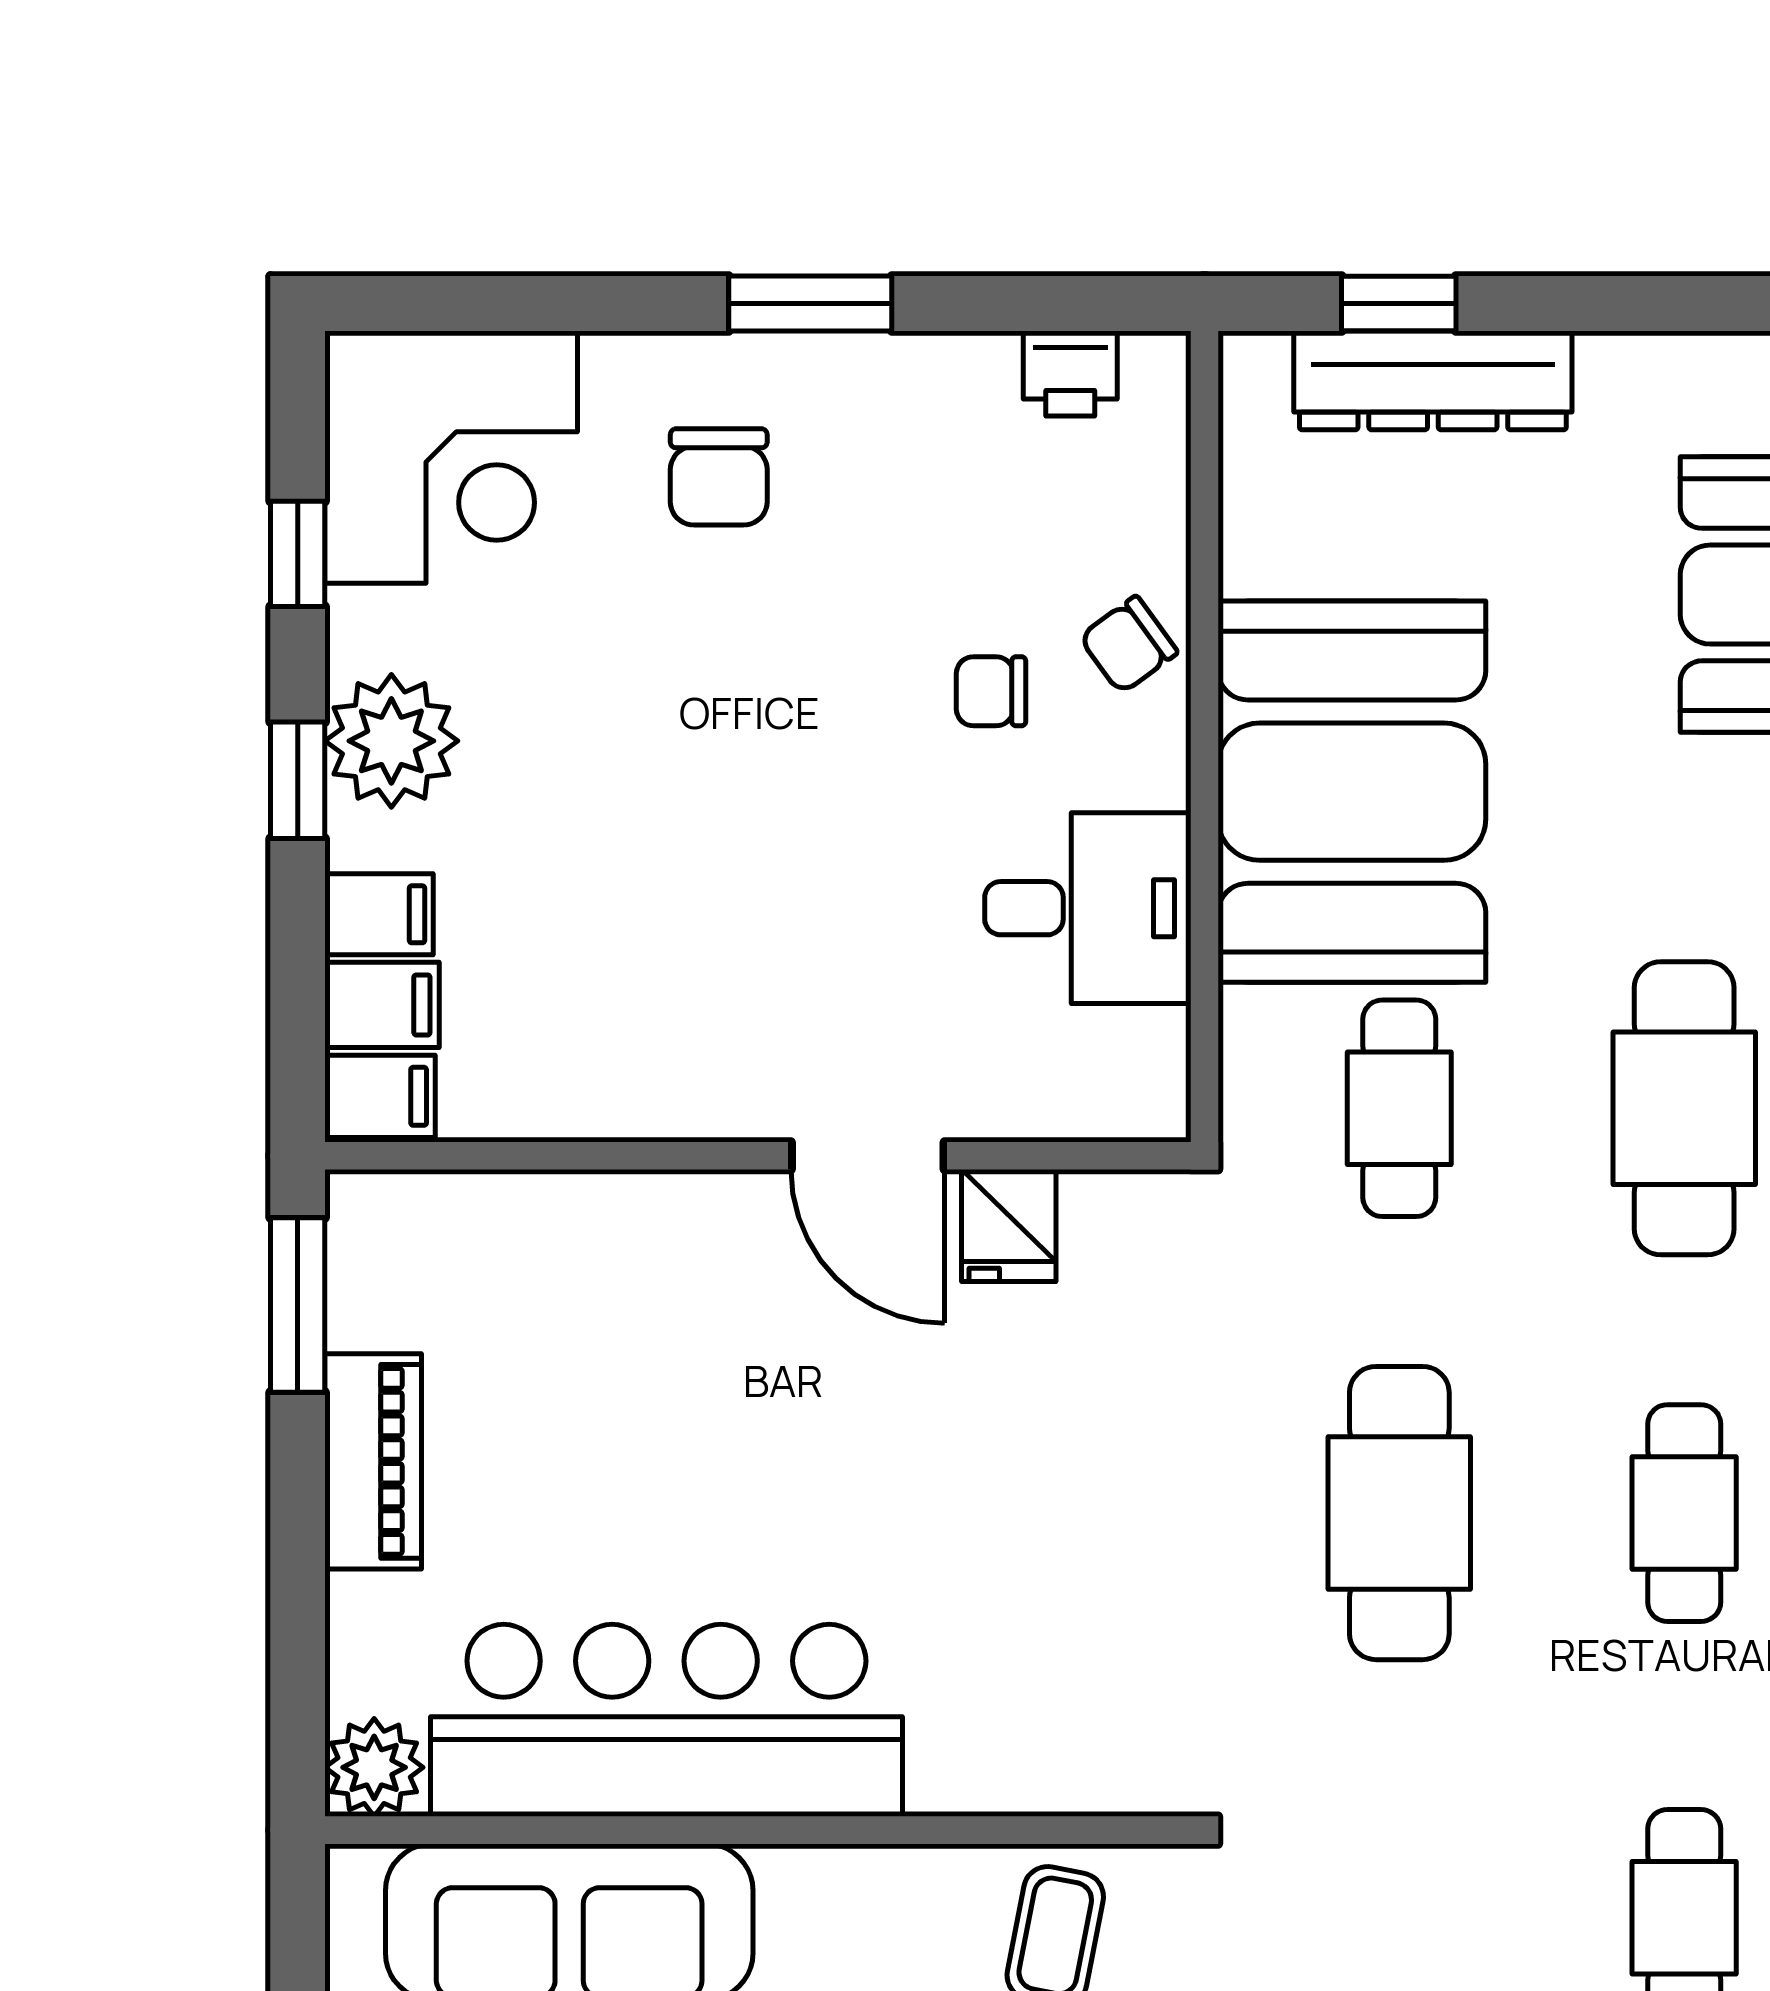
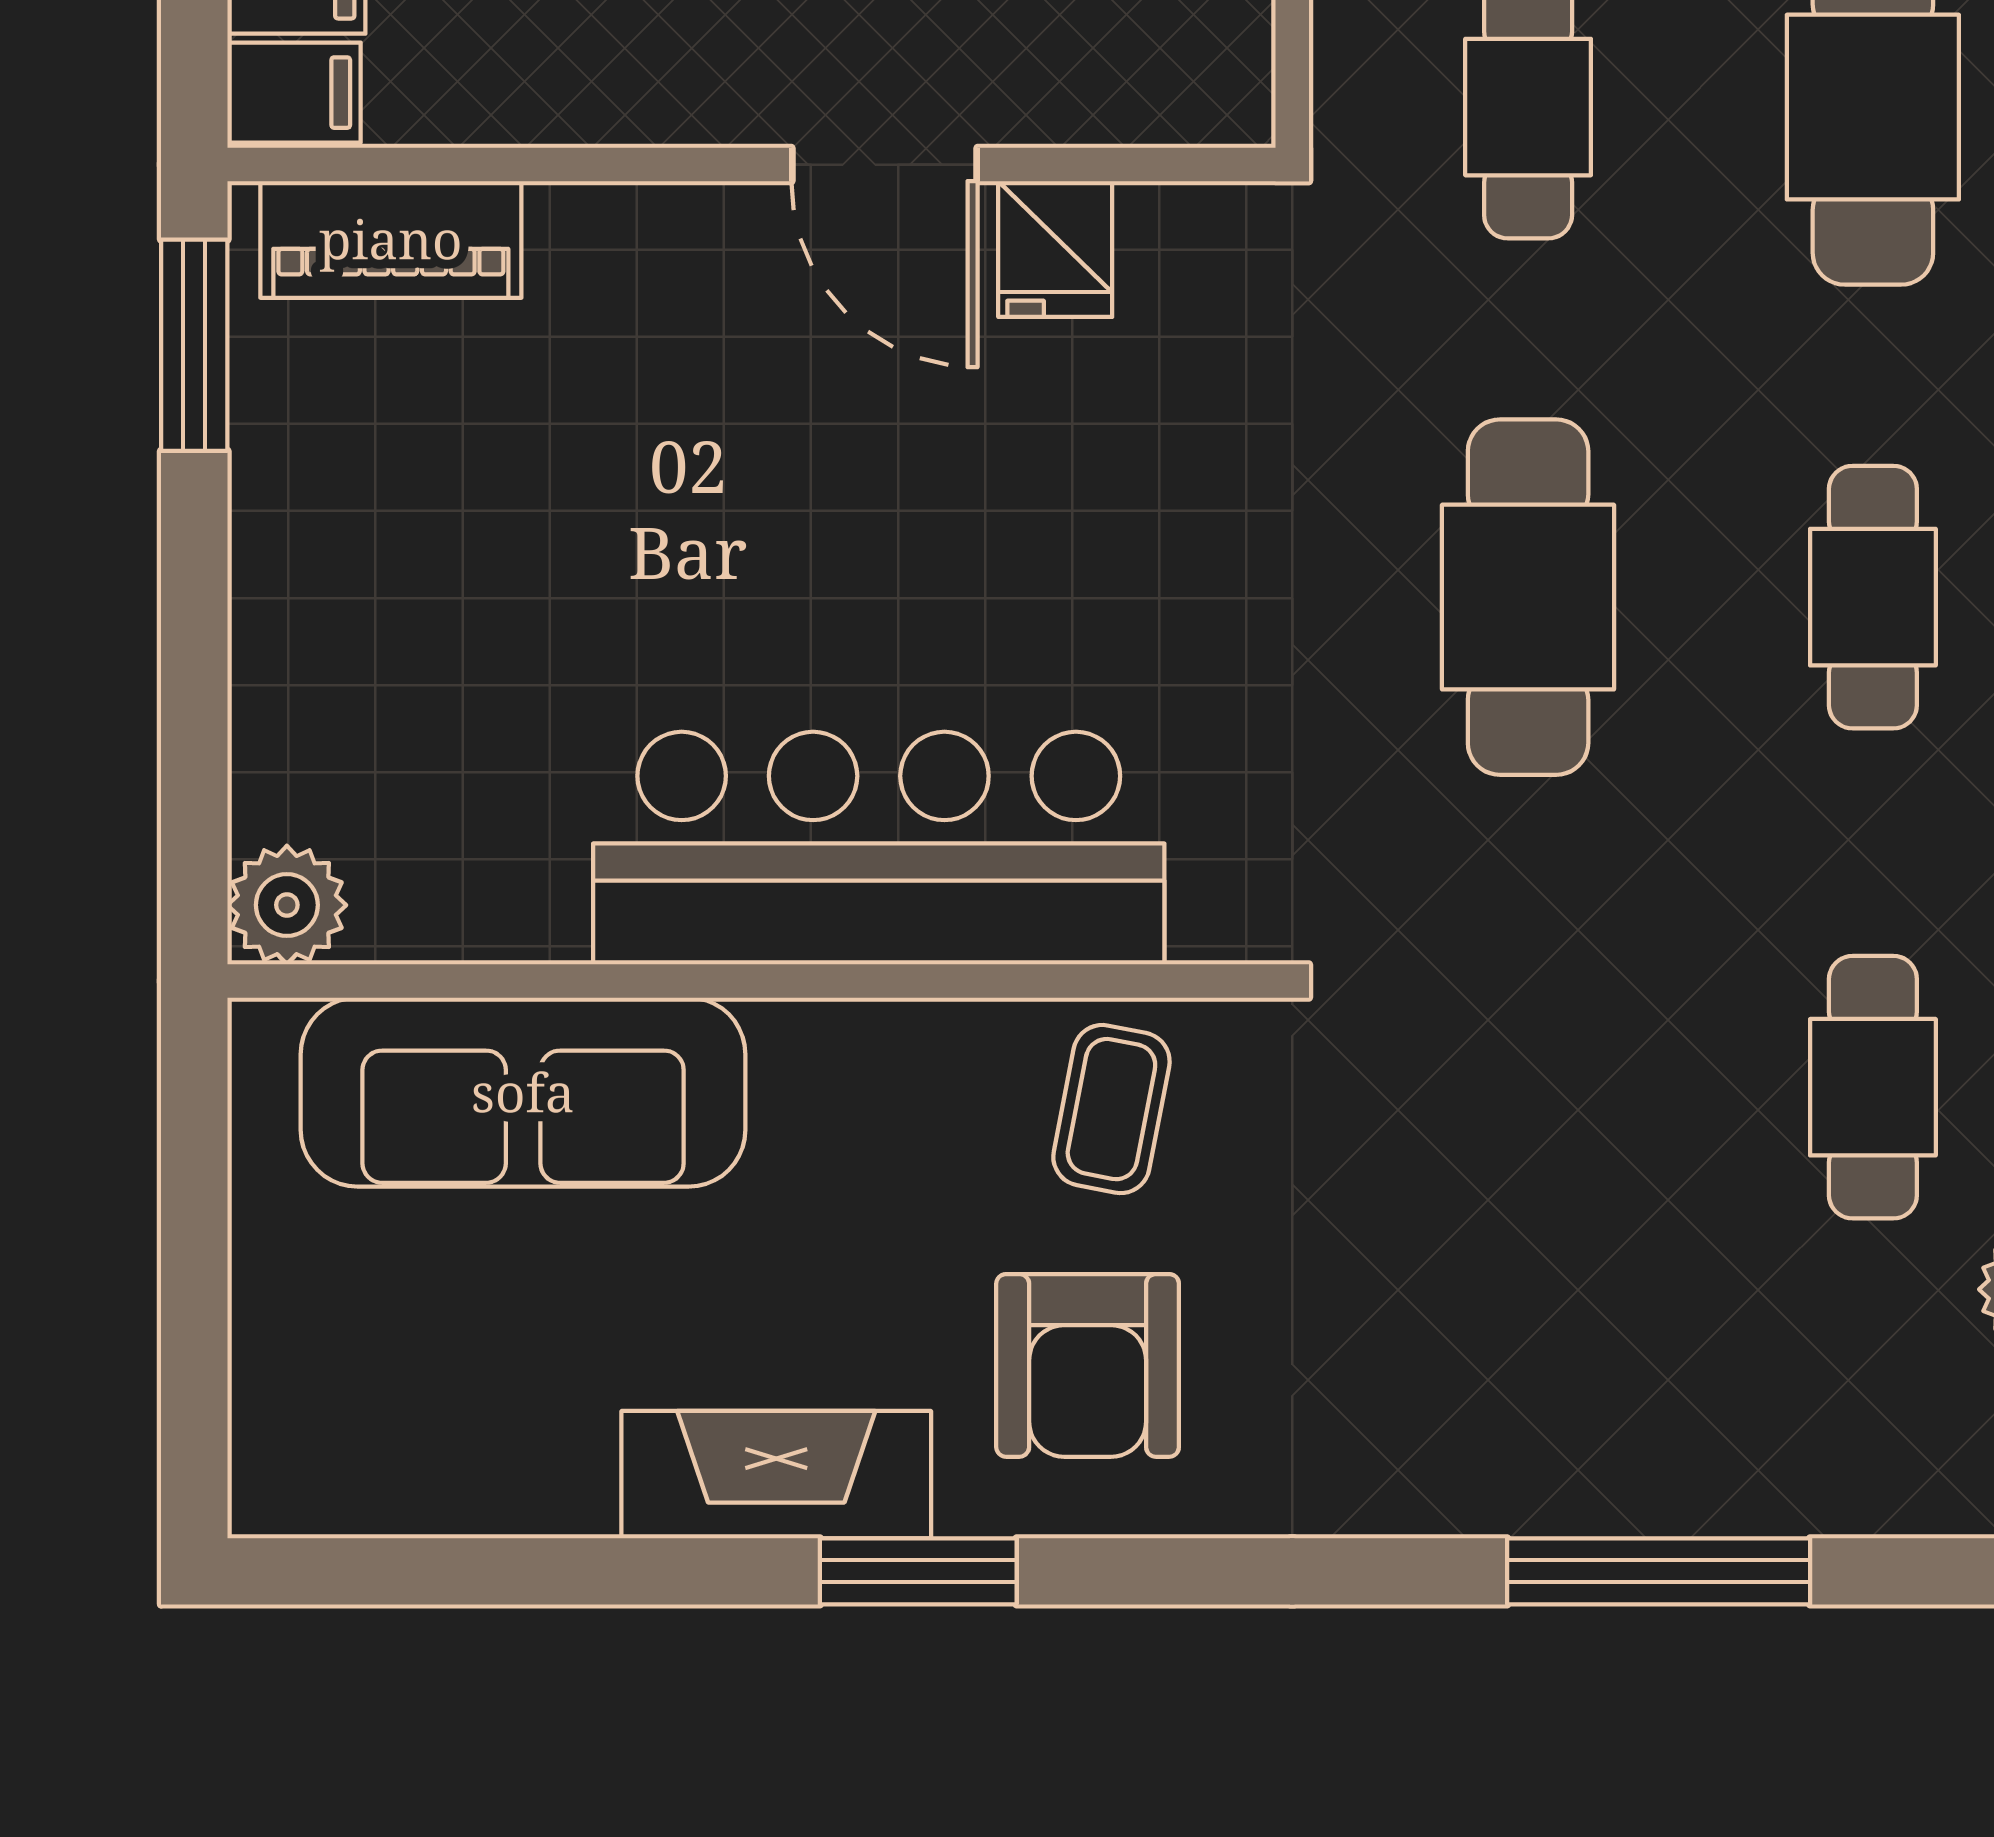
piano: (373, 1461) -> (391, 239), moved, turned 90
bar counter: (666, 1720) -> (879, 848), moved

